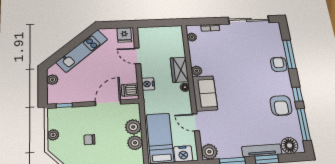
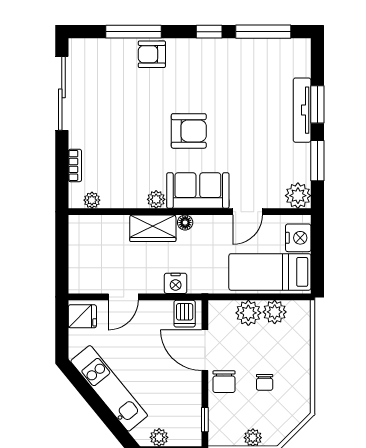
armchair: (281, 106) -> (189, 131), moved
chair: (89, 115) -> (224, 382), added
floor lamp: (290, 145) -> (297, 63), removed

